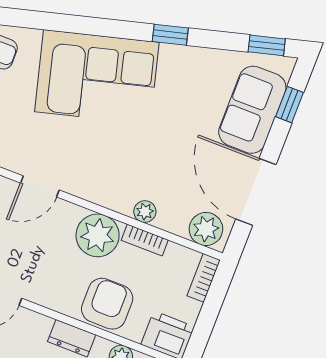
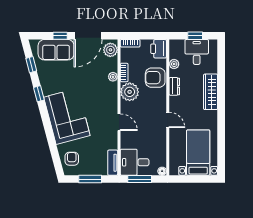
window: (267, 45) -> (31, 65), moved
window: (290, 105) -> (60, 36), moved

